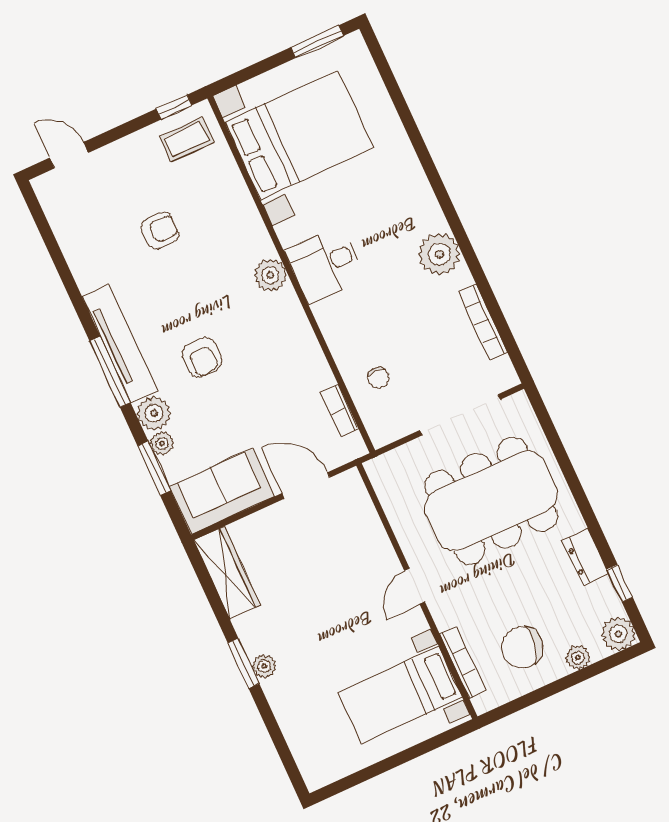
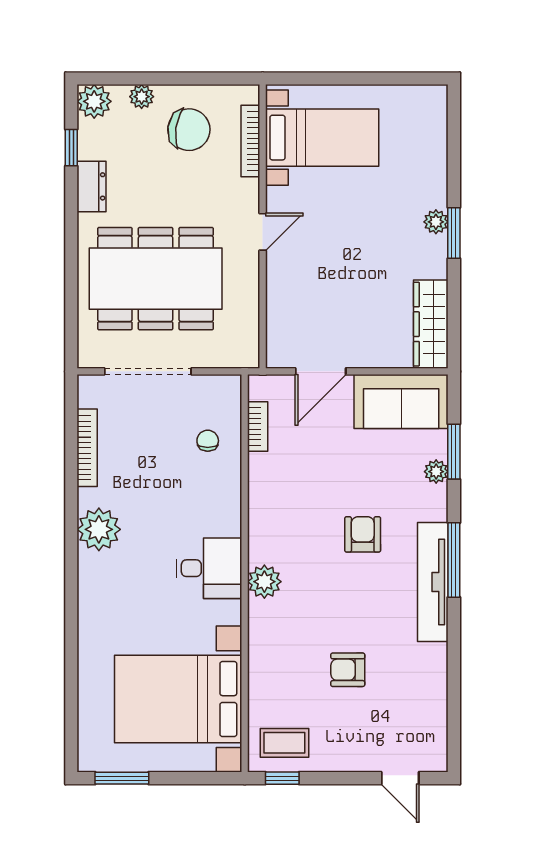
plant: (154, 413) -> (431, 503), removed
door: (306, 485) -> (321, 371), hinge flipped

